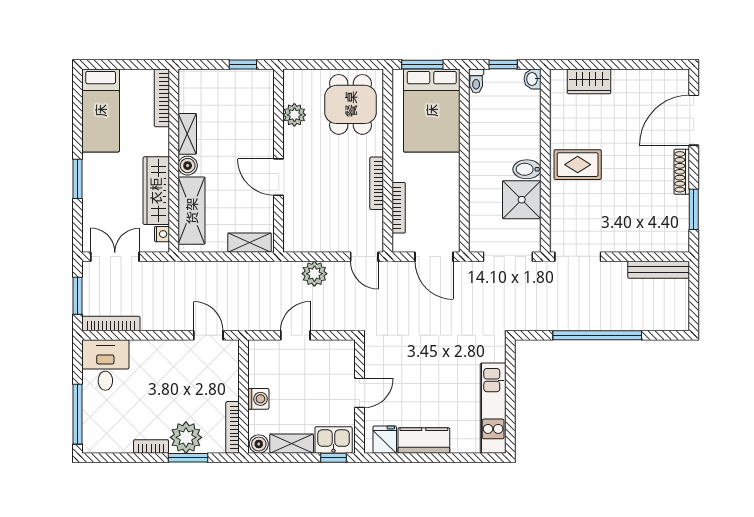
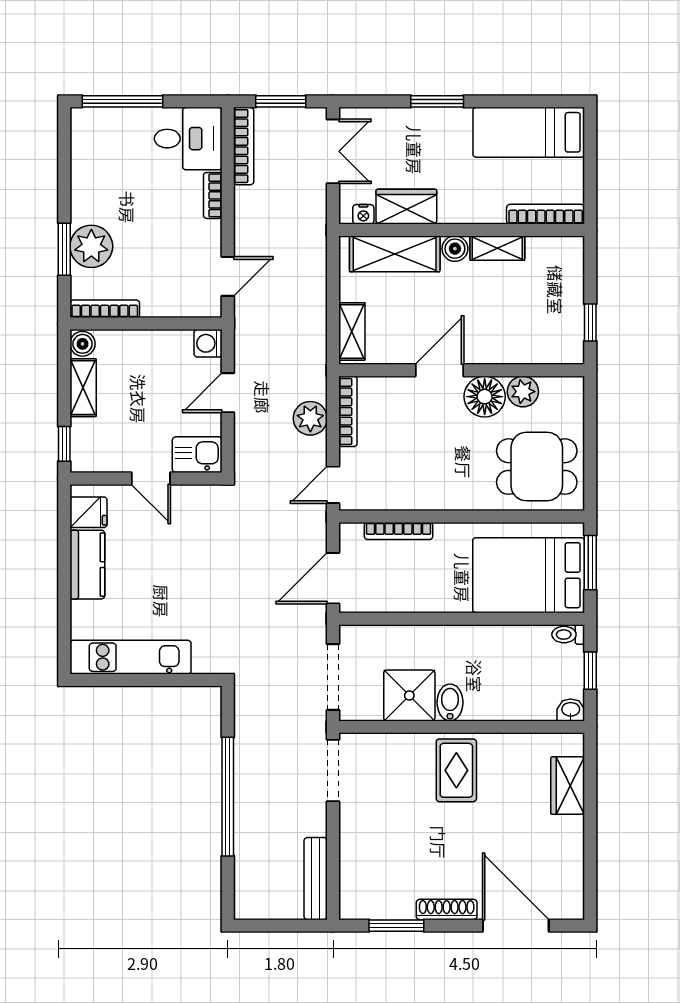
floor lamp: (298, 143) -> (485, 397), added
bookcase: (377, 183) -> (348, 411), moved, turned 90
wardrobe: (156, 191) -> (406, 207), width x0.67
door: (295, 335) -> (228, 393), swing flipped
washing machine: (258, 399) -> (208, 343), moved, turned 90
kitchen sink: (334, 440) -> (197, 455), moved, turned -90
bookcase: (151, 446) -> (213, 195), moved, turned 180

